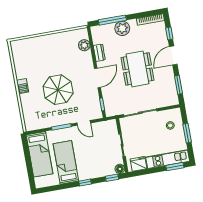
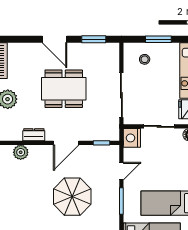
window: (169, 33) -> (25, 39), removed
door: (97, 78) -> (66, 143), swing flipped
nightstand: (110, 126) -> (132, 138), added

